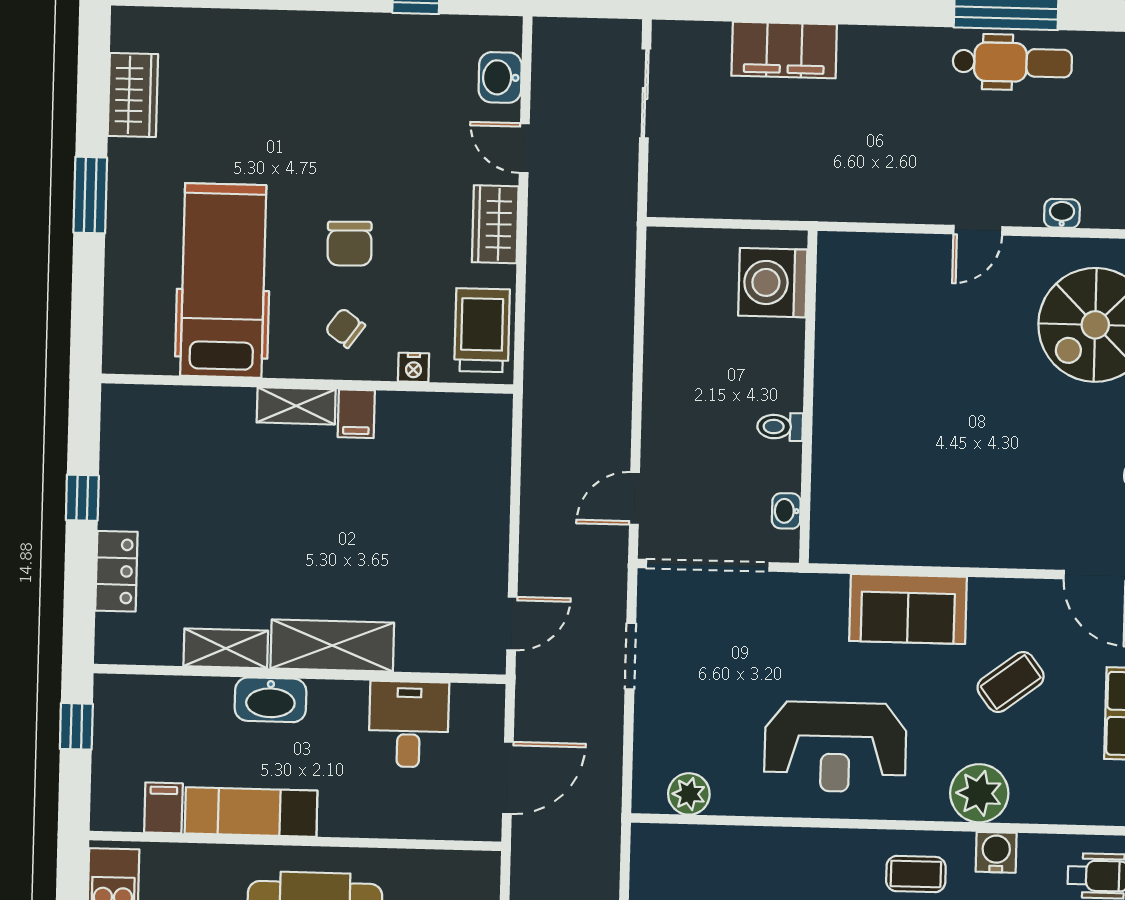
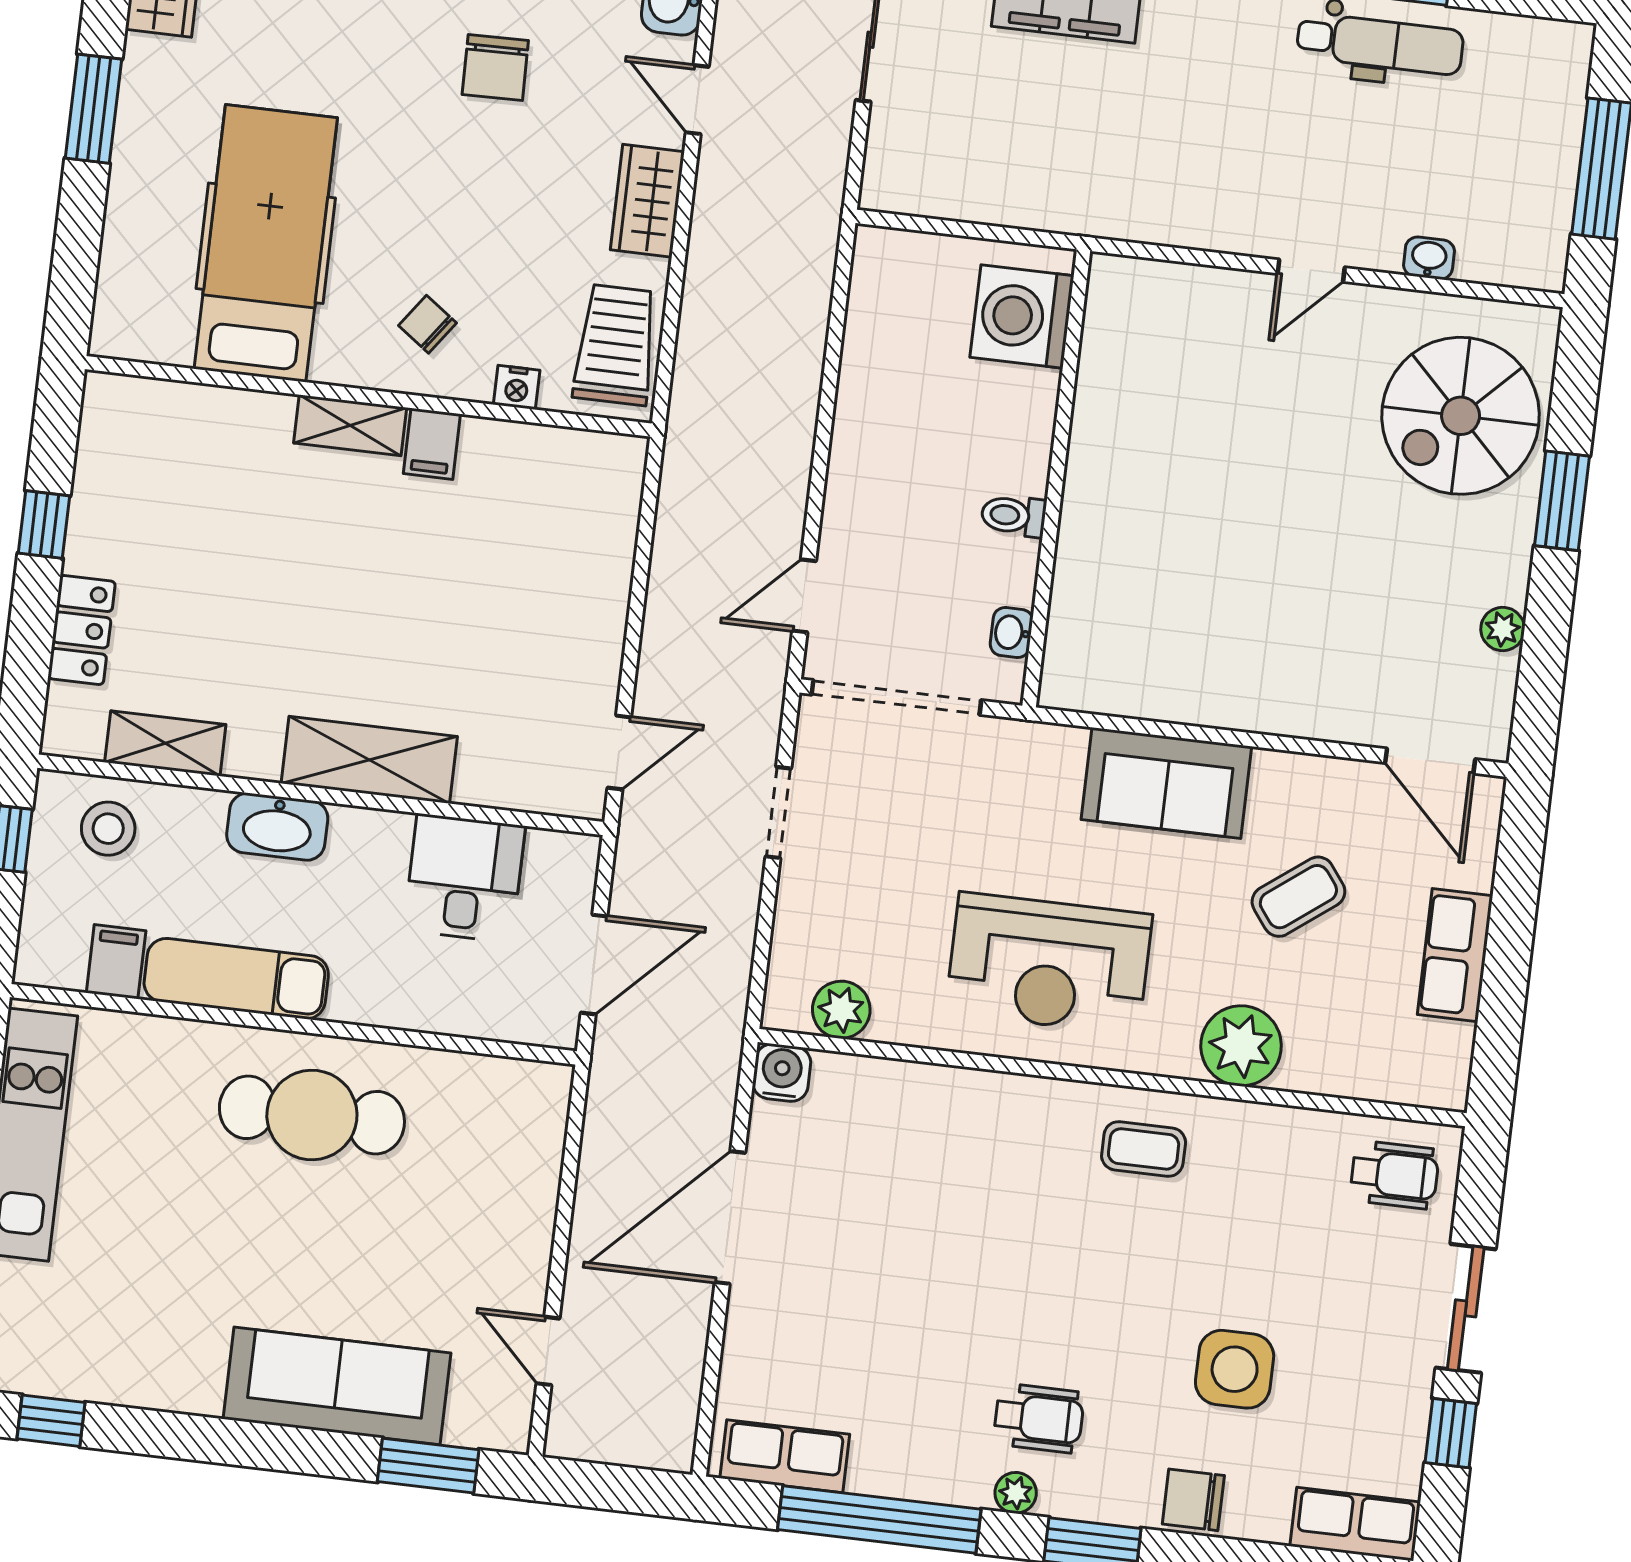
chair: (350, 244) -> (495, 68), moved
shelving: (226, 648) -> (165, 743), moved
stool: (149, 713) -> (108, 829), added
water cooler: (996, 852) -> (782, 1073), moved

